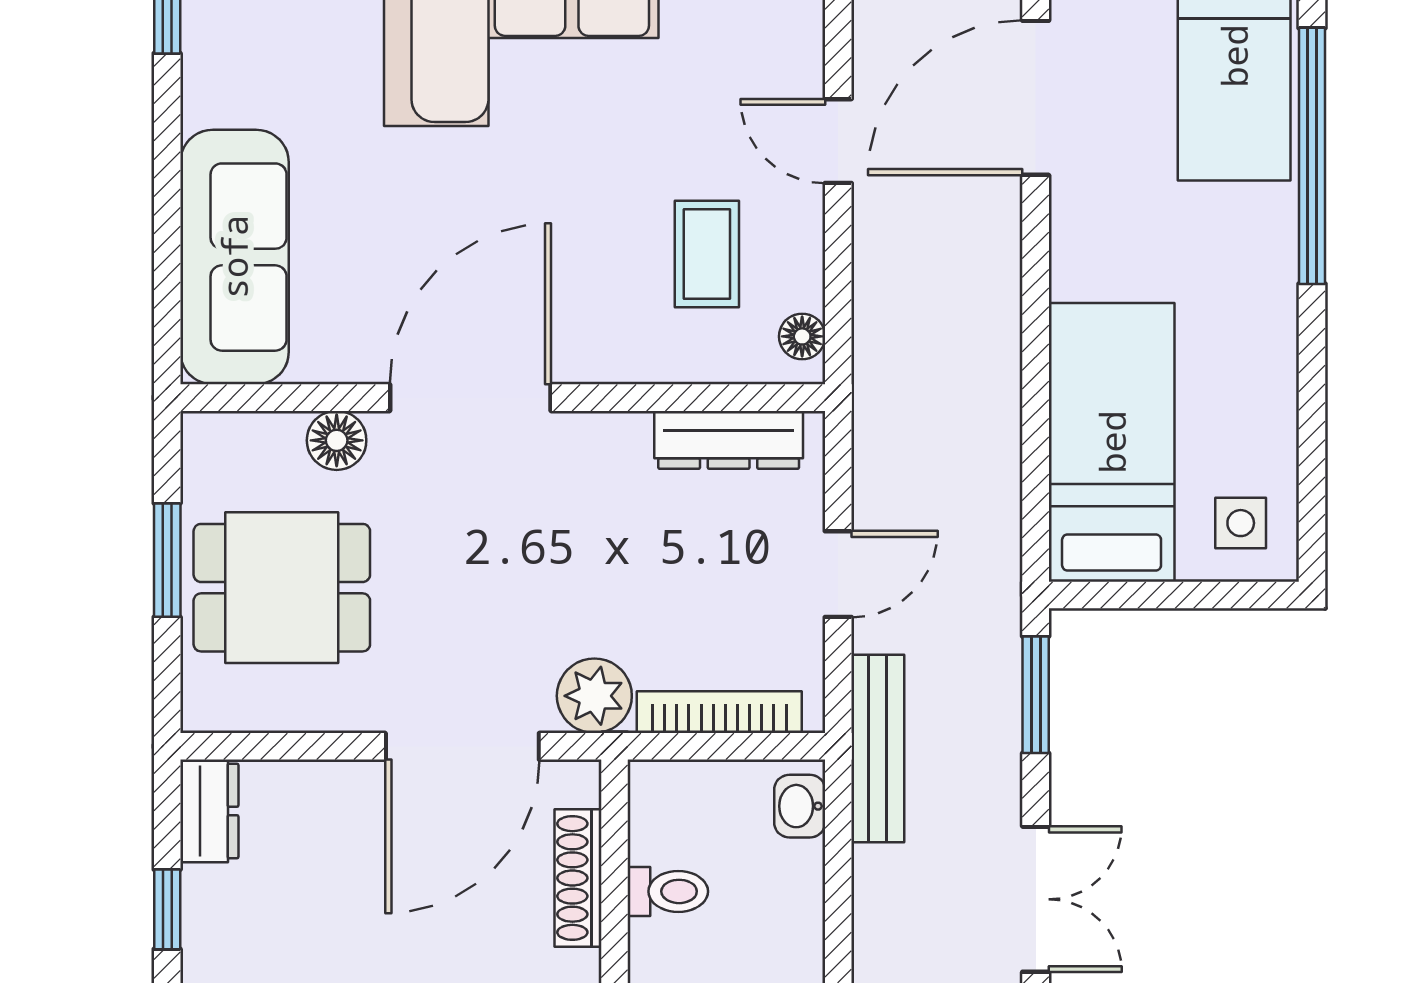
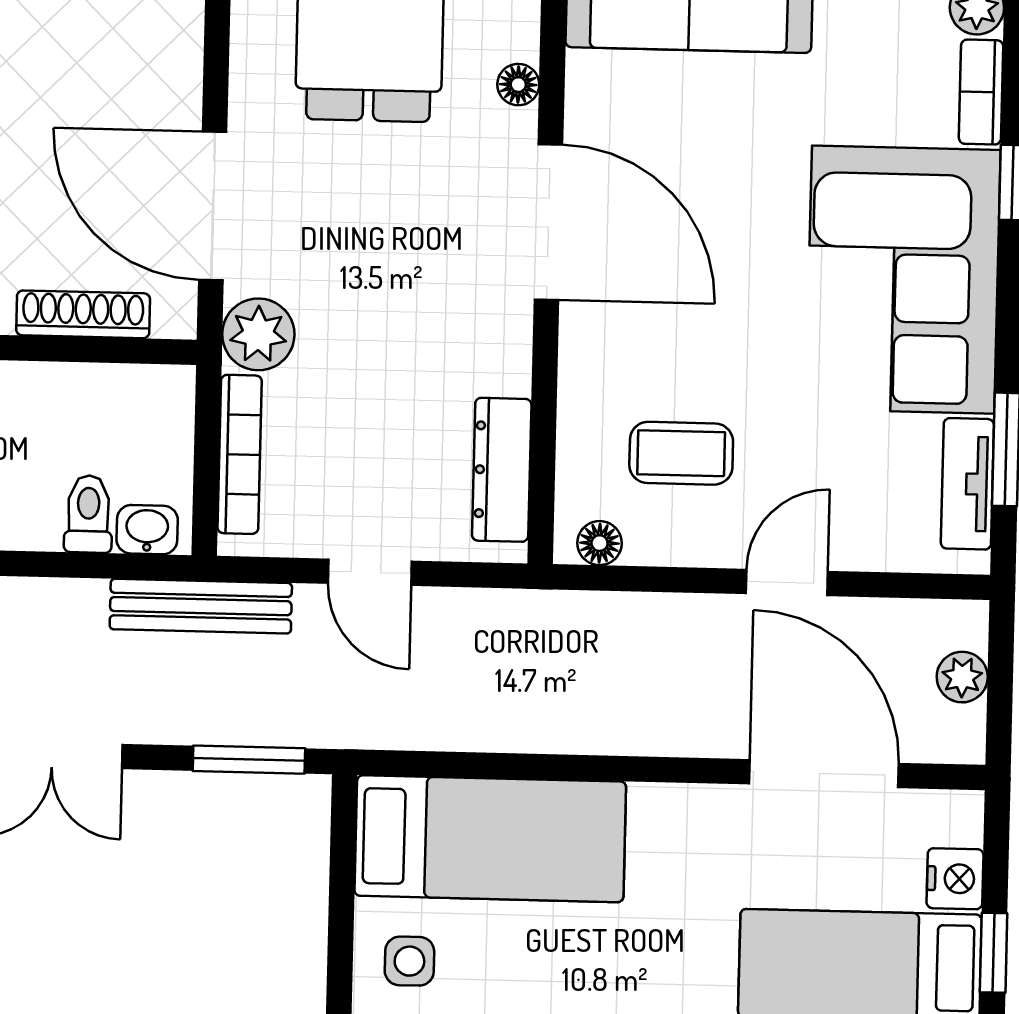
floor lamp: (337, 440) -> (518, 85), width x0.73, depth x0.73
toilet: (668, 891) -> (88, 514), moved, turned 180

